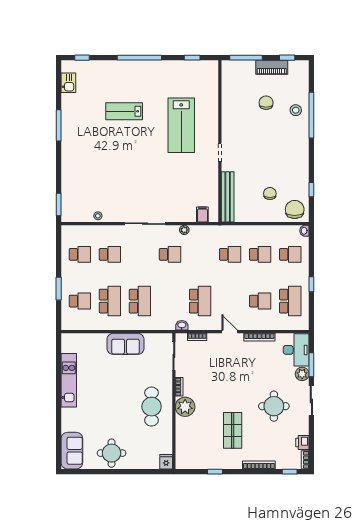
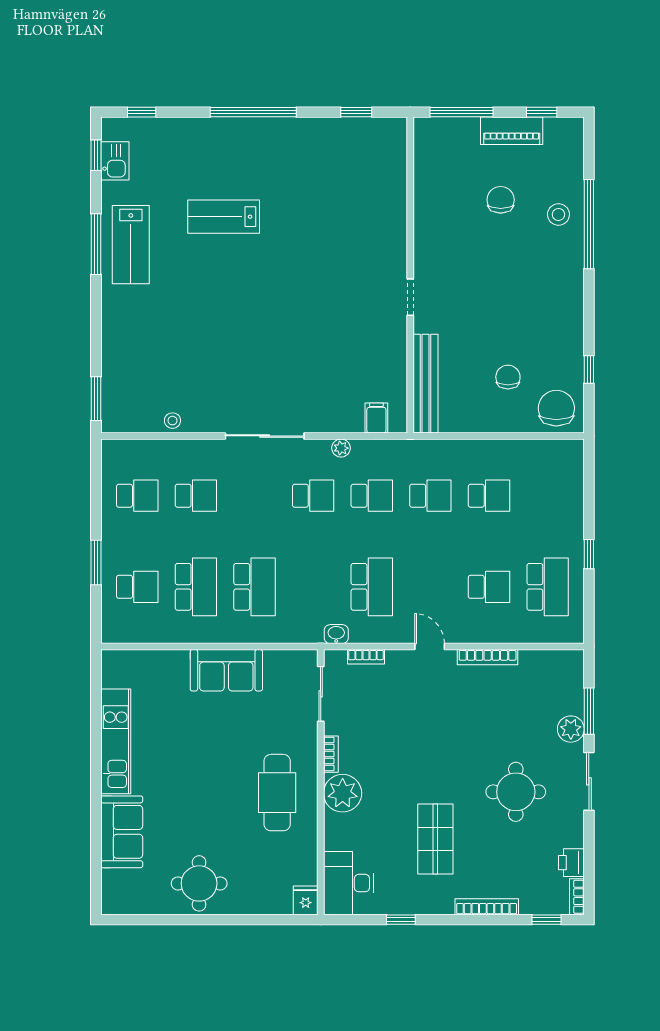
window: (59, 80) -> (96, 155), added
lab bench: (181, 125) -> (131, 245), moved, width x0.73, depth x0.72
washbasin: (304, 231) -> (575, 450), removed
school desk: (290, 254) -> (372, 496), moved
desk: (296, 350) -> (348, 883), moved, turned 180
sofa: (72, 451) -> (122, 832), moved

